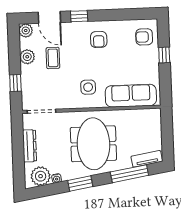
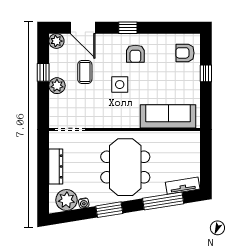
window: (79, 16) -> (128, 28), moved
plant: (27, 57) -> (57, 86), moved
window: (15, 83) -> (43, 72), moved
side table: (88, 87) -> (120, 85), moved

